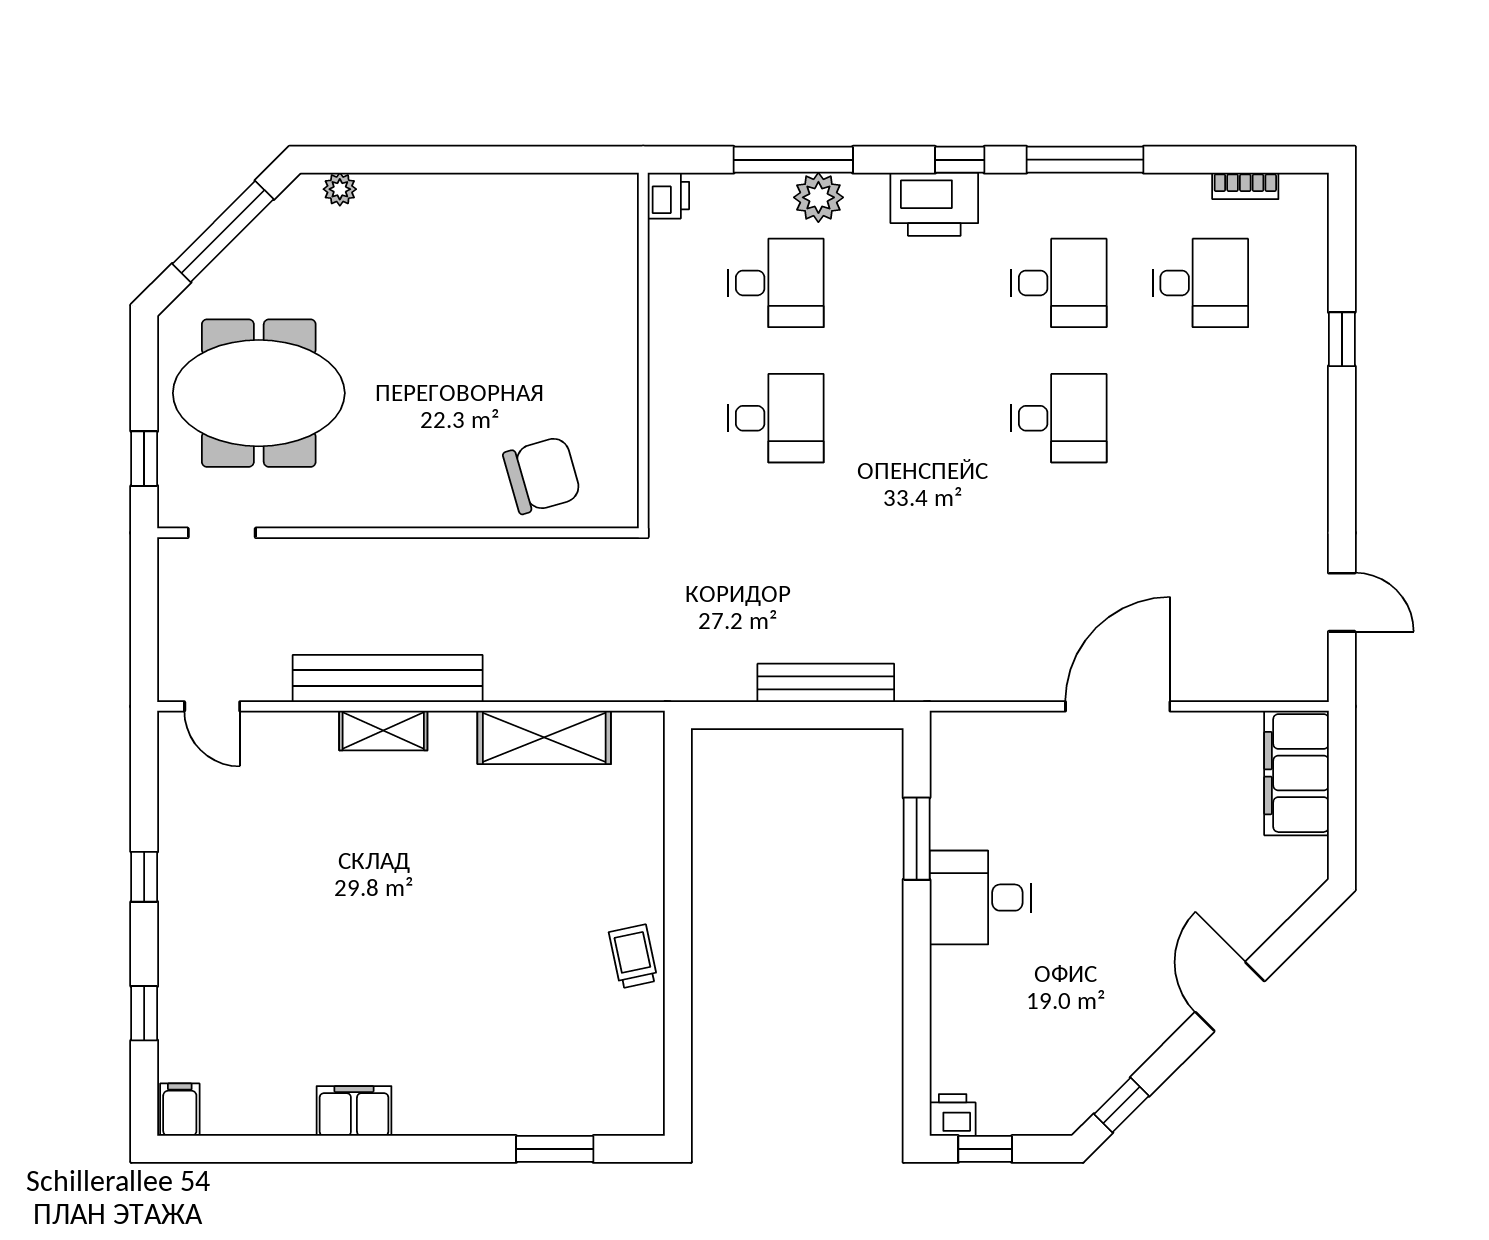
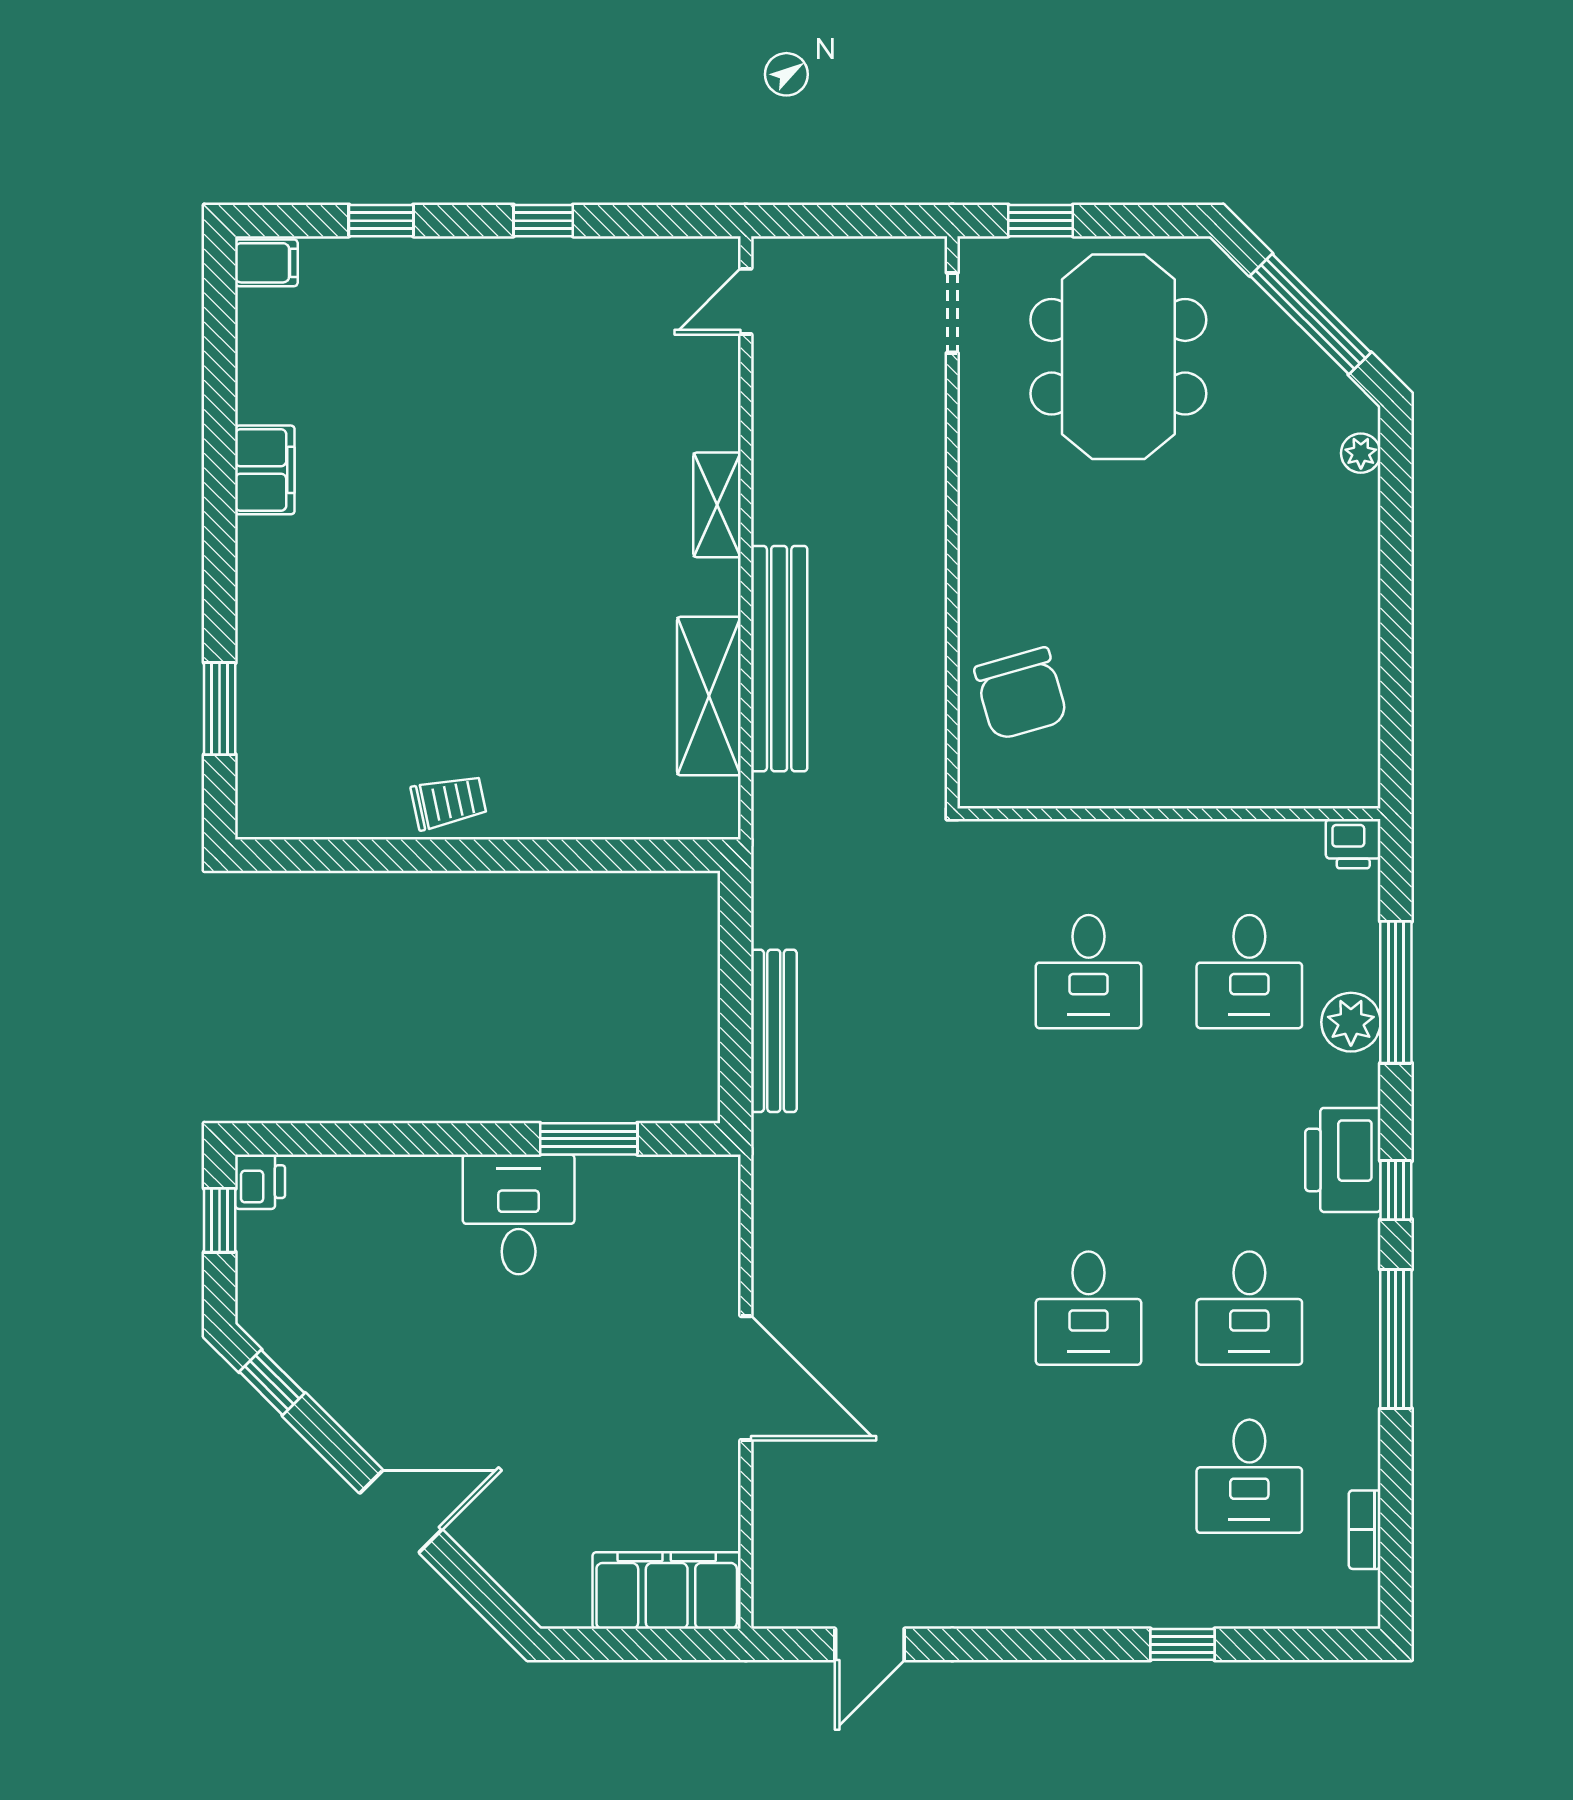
bench: (388, 678) -> (779, 659), moved

